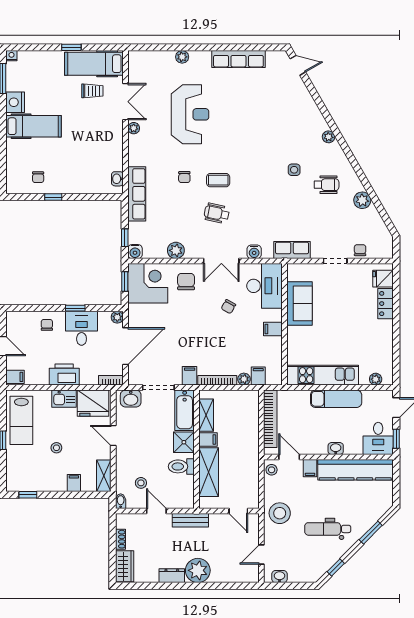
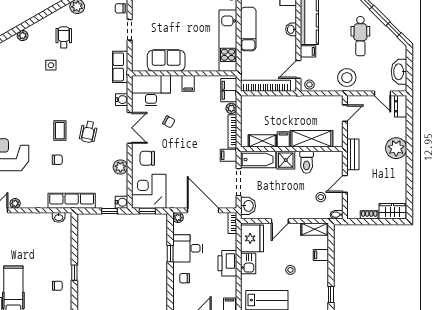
filing cabinet: (258, 376) -> (229, 90), width x2.00
dresser: (172, 576) -> (401, 106), moved
washbasin: (279, 577) -> (399, 72), width x1.91, depth x1.45

